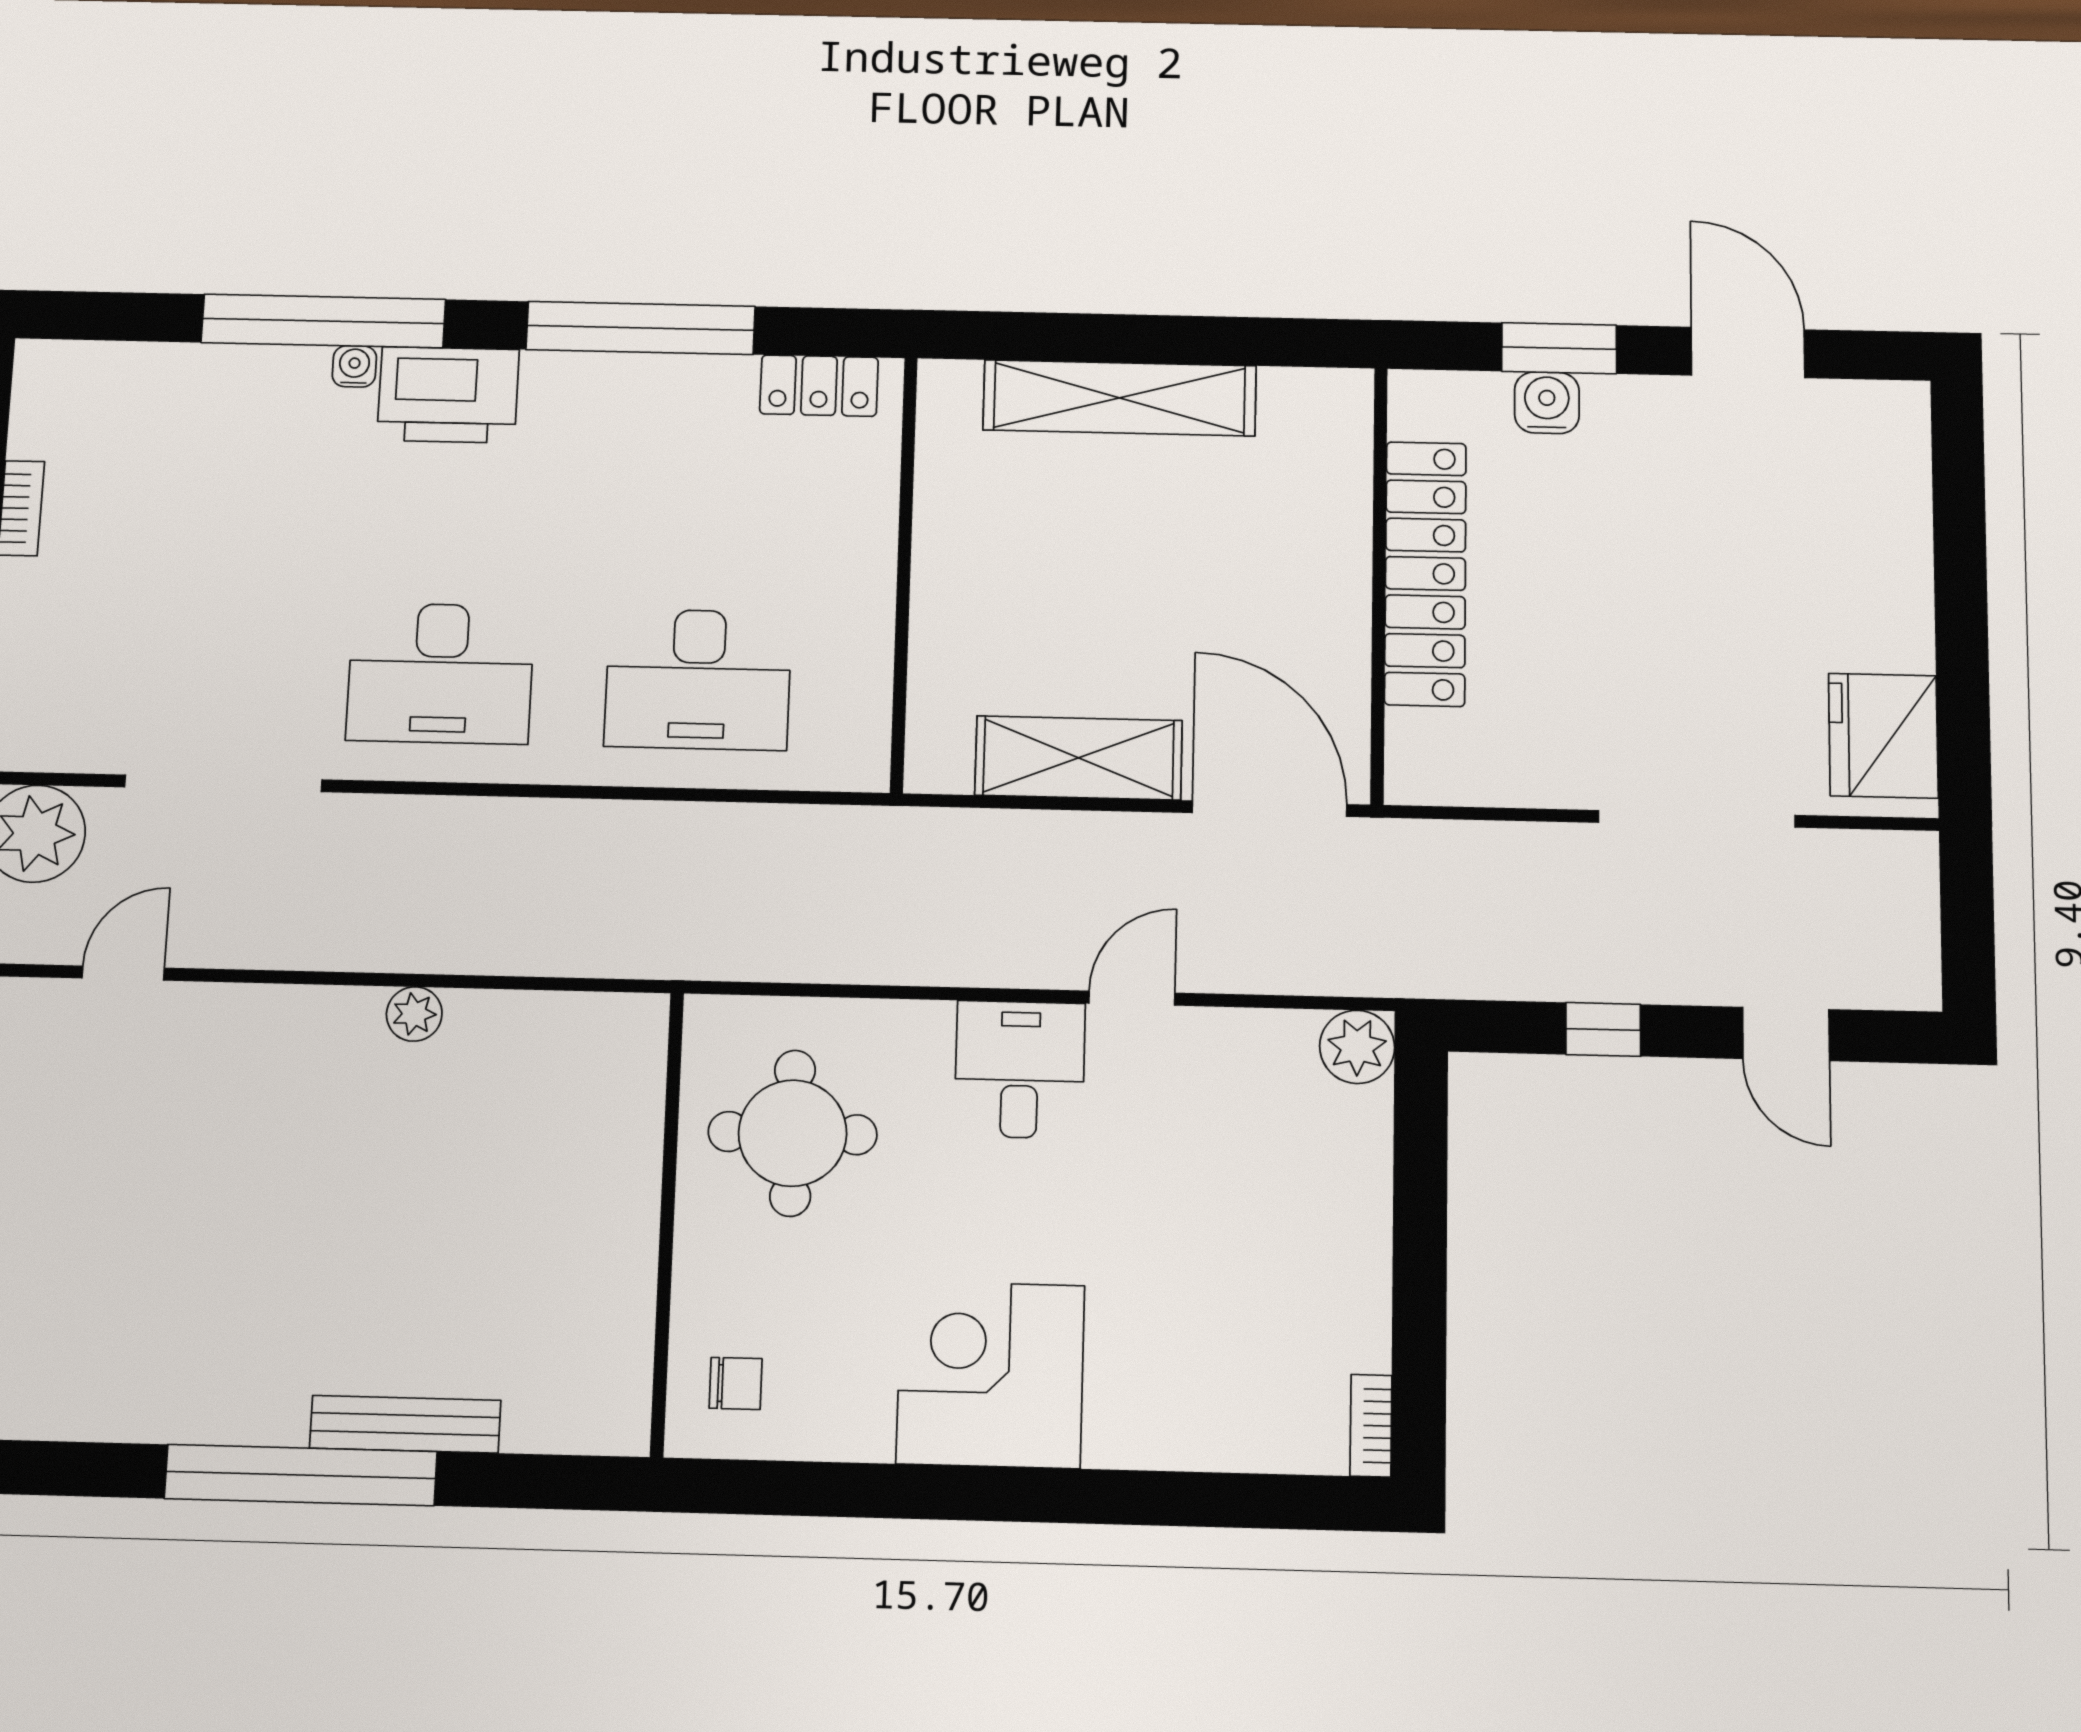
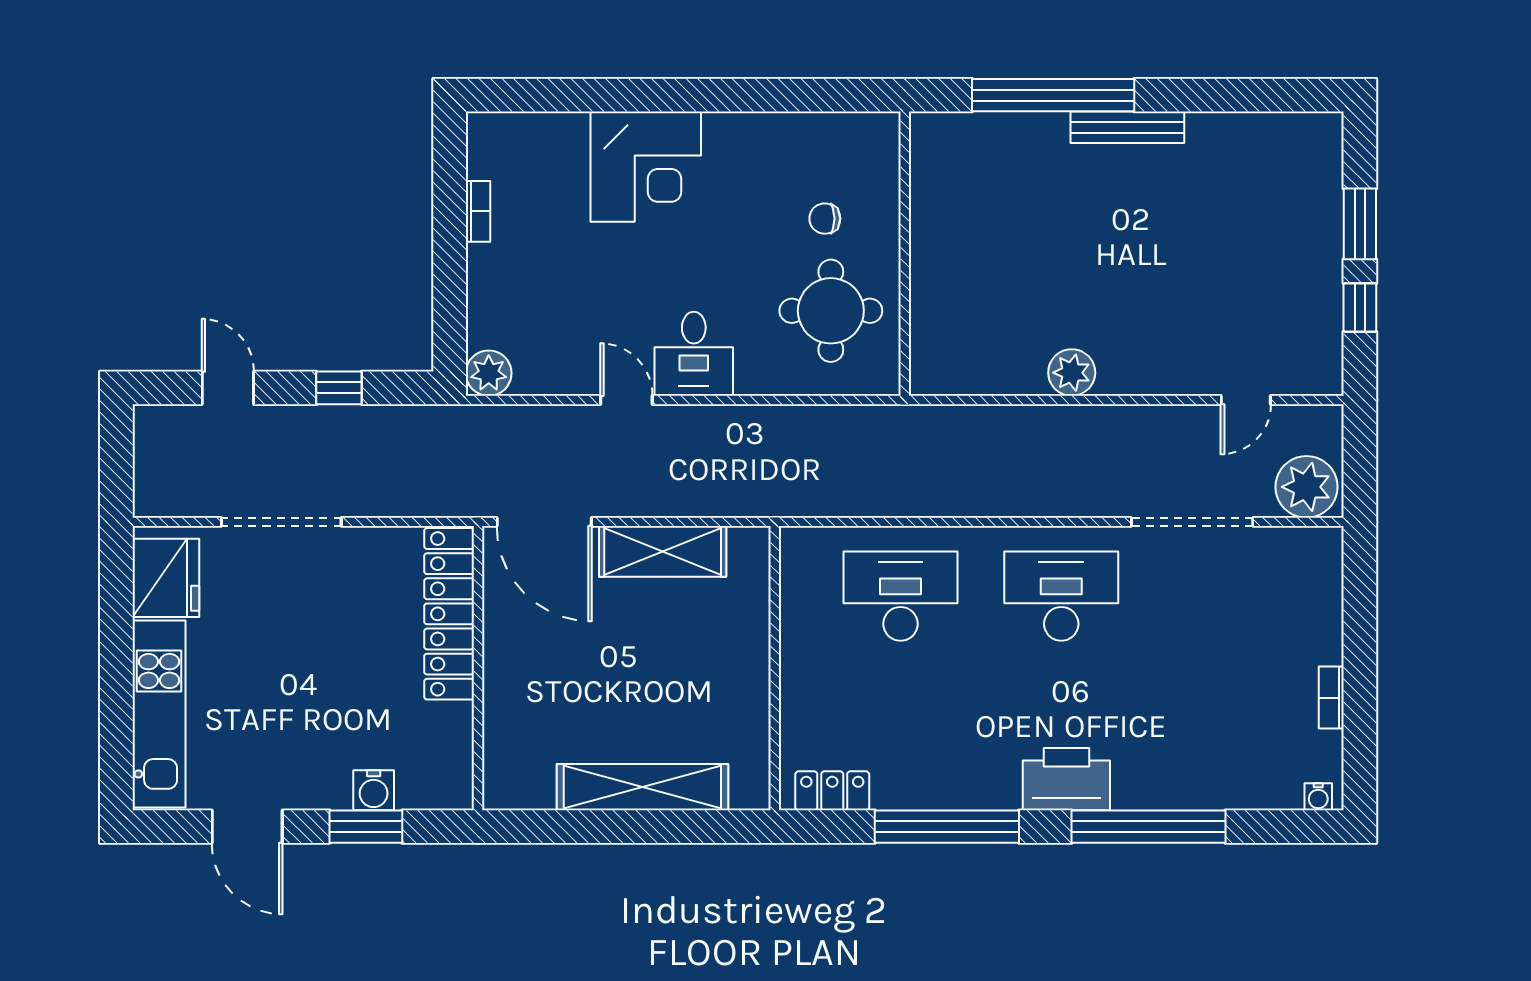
water cooler: (354, 366) -> (1318, 797), moved
kitchen unit: (1891, 526) -> (159, 714), added
locker: (1425, 573) -> (449, 614), moved
door: (1132, 998) -> (626, 400), swing flipped
plant: (414, 1014) -> (1072, 373), width x1.38, depth x1.38
corner desk: (990, 1375) -> (646, 167), moved
chair: (736, 1383) -> (825, 219), moved
bench: (405, 1424) -> (1127, 127), moved
bookcase: (1371, 1426) -> (478, 211), moved
window: (301, 1475) -> (1053, 95), moved

